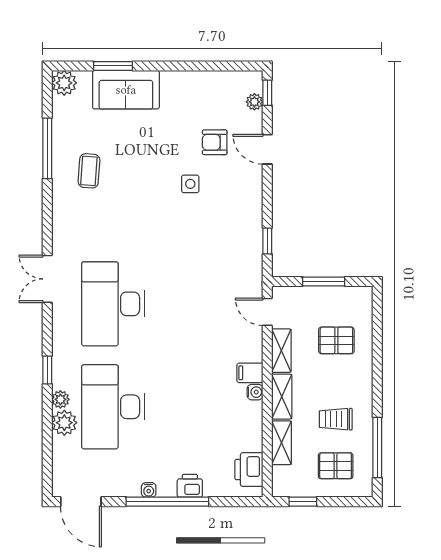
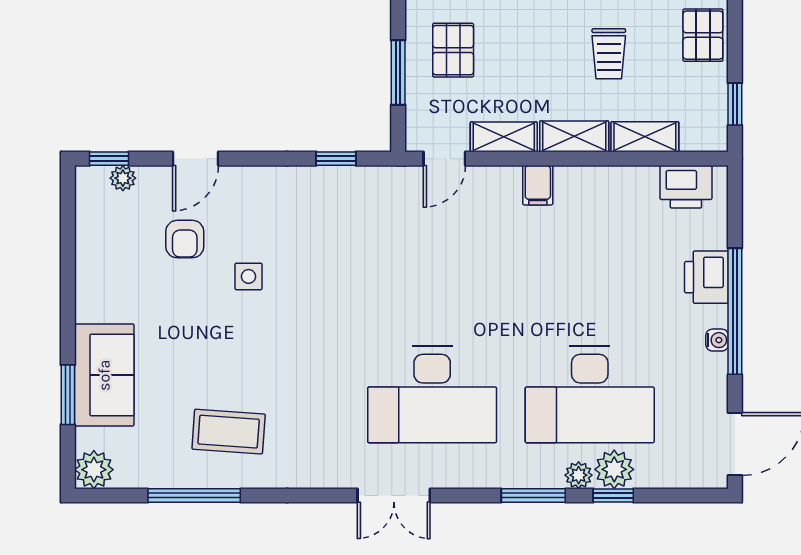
coffee table: (89, 171) -> (229, 432), width x1.36, depth x1.30
pallet: (336, 340) -> (453, 50), moved
window: (47, 370) -> (533, 495), width x1.50
water cooler: (255, 392) -> (567, 177), removed
window: (47, 422) -> (613, 495), added
pallet: (336, 466) -> (703, 35), moved
printer: (190, 486) -> (706, 277), width x1.36, depth x1.24

